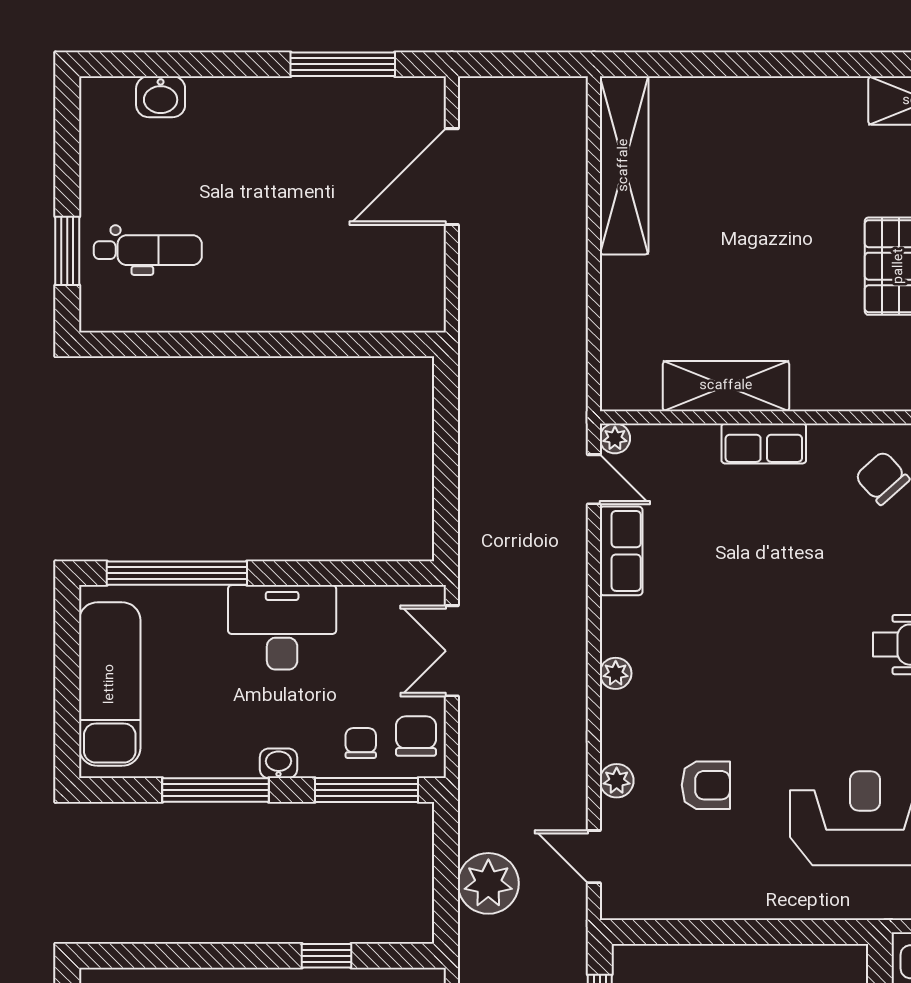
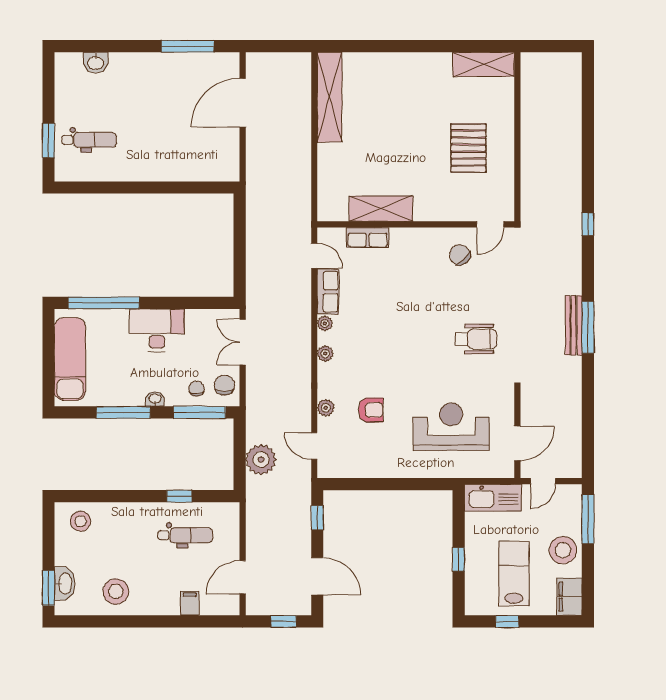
plant: (615, 438) -> (325, 323), moved
row of seats: (764, 443) -> (368, 238), moved

